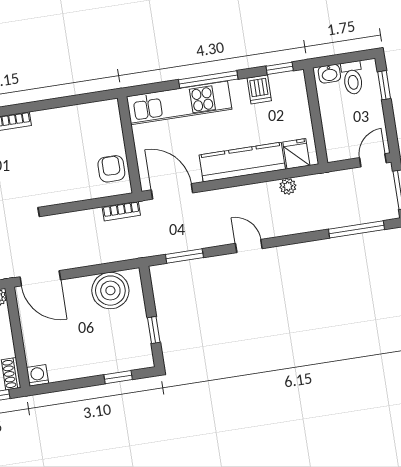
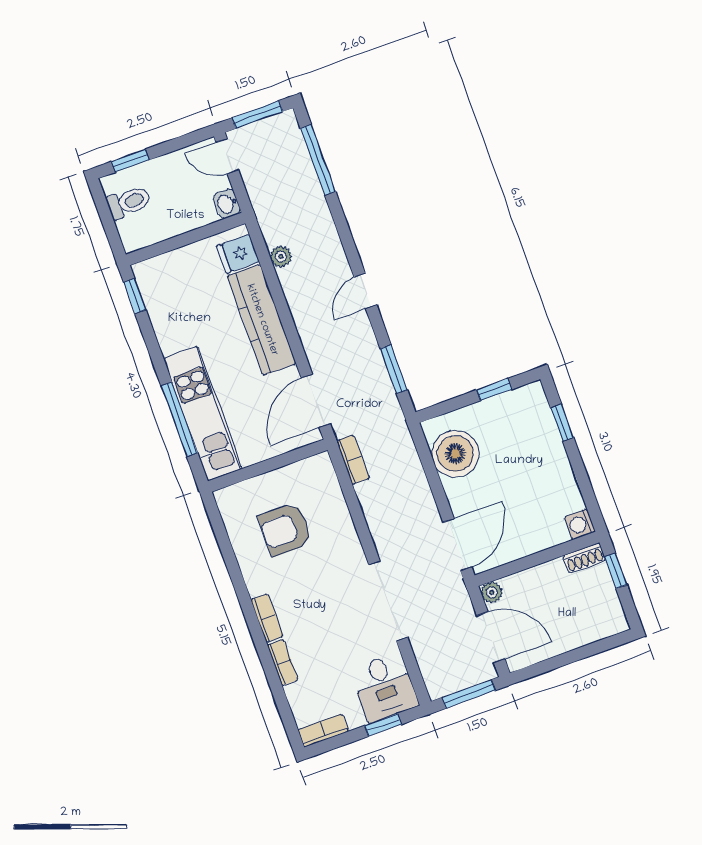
washbasin: (329, 74) -> (227, 204), moved, turned 180
window: (208, 79) -> (179, 419), moved
dishwasher: (259, 89) -> (166, 316), removed
armchair: (111, 169) -> (285, 529), moved, width x1.38, depth x1.38

